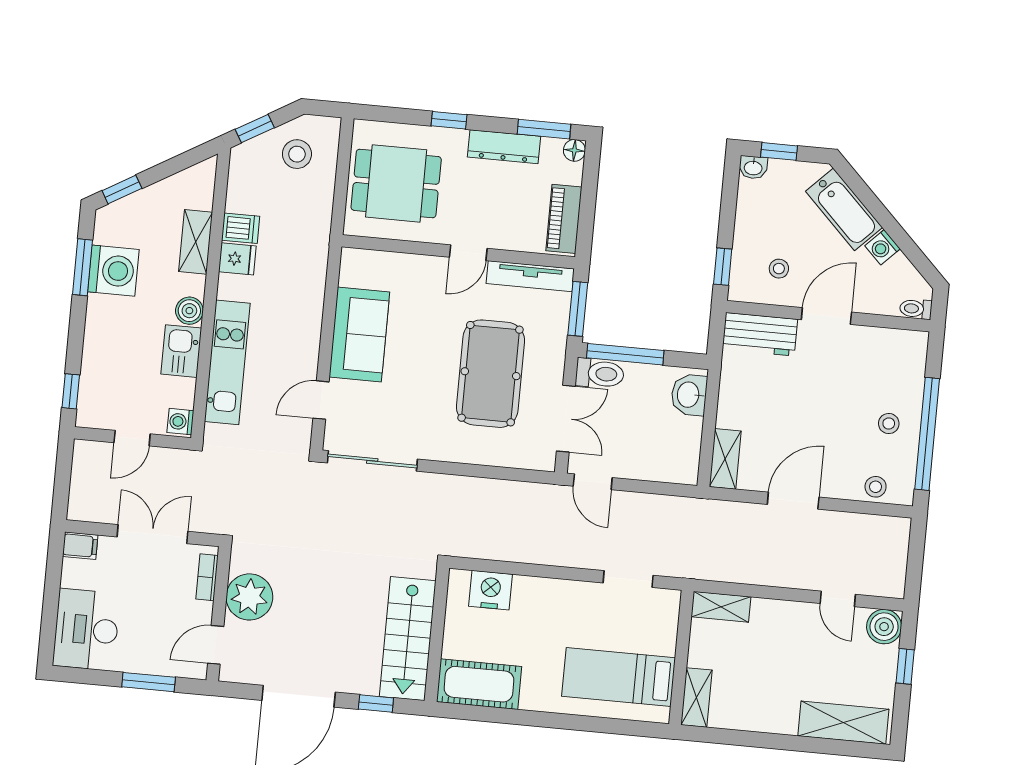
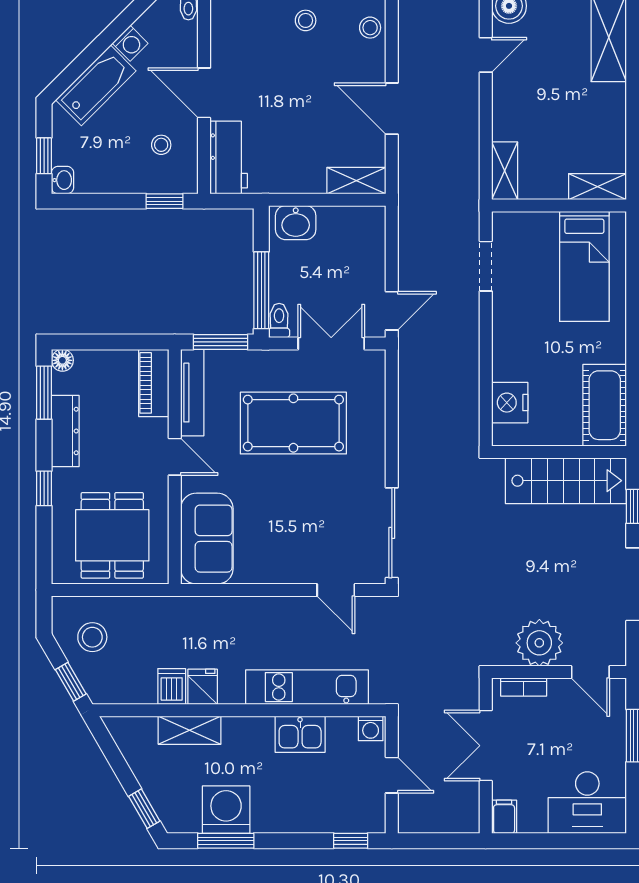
piano: (564, 219) -> (154, 383), moved, turned 90
boiler: (189, 311) -> (259, 730), removed
sofa: (359, 334) -> (207, 539), moved, turned 90
toilet: (600, 374) -> (279, 320), width x0.73, depth x0.72

